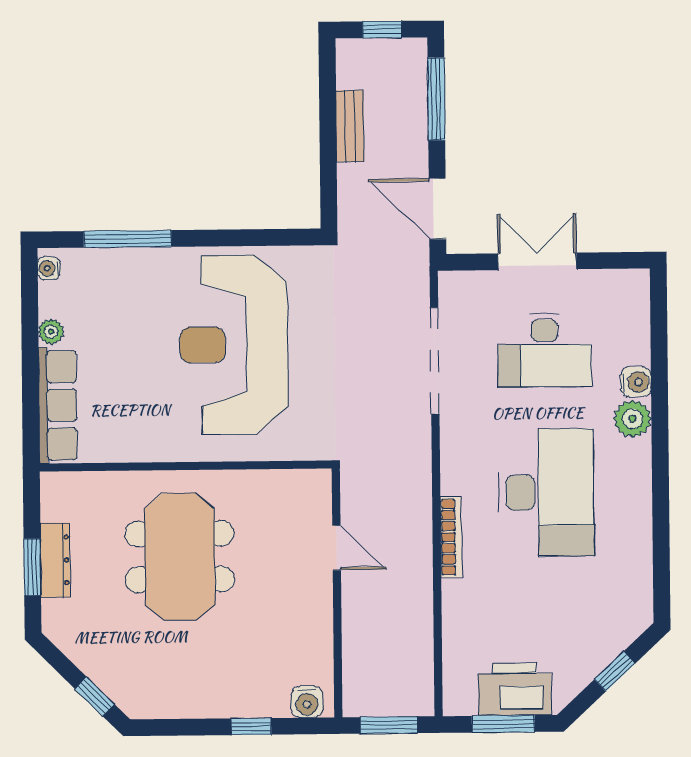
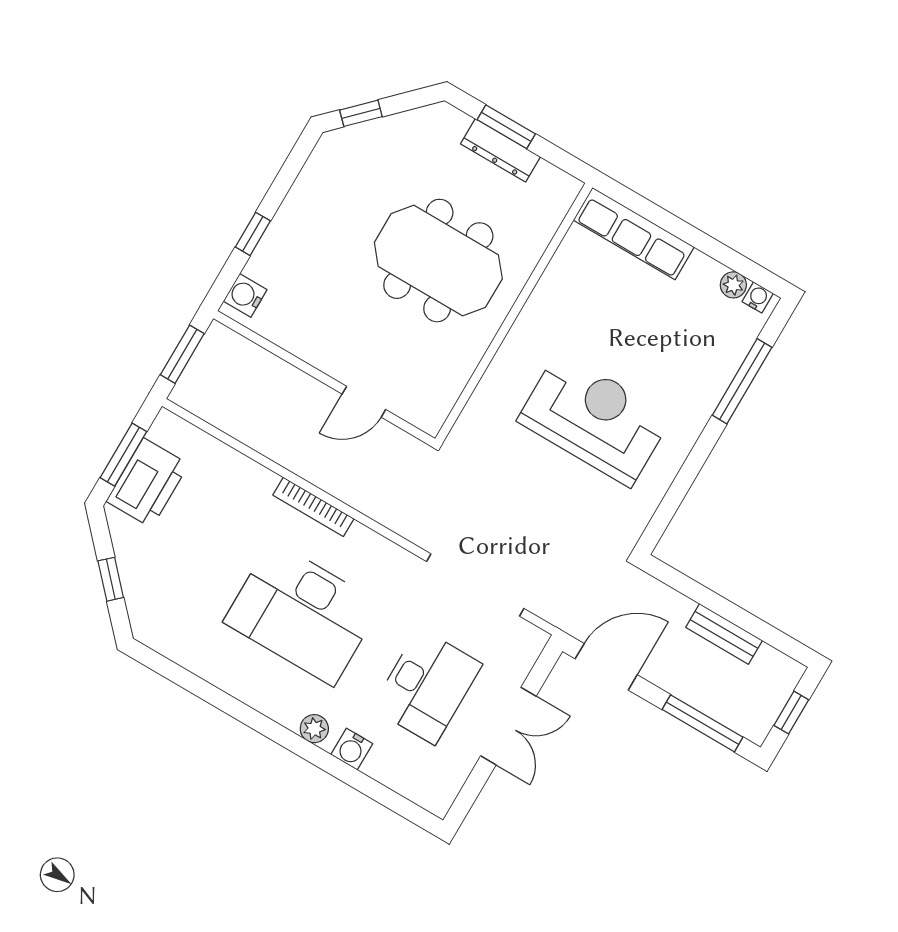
plant: (51, 332) -> (733, 285), moved
reception desk: (234, 345) -> (595, 419), width x0.74, depth x0.77
desk: (545, 350) -> (427, 686), turned 180
plant: (632, 419) -> (314, 729), width x0.73, depth x0.73

